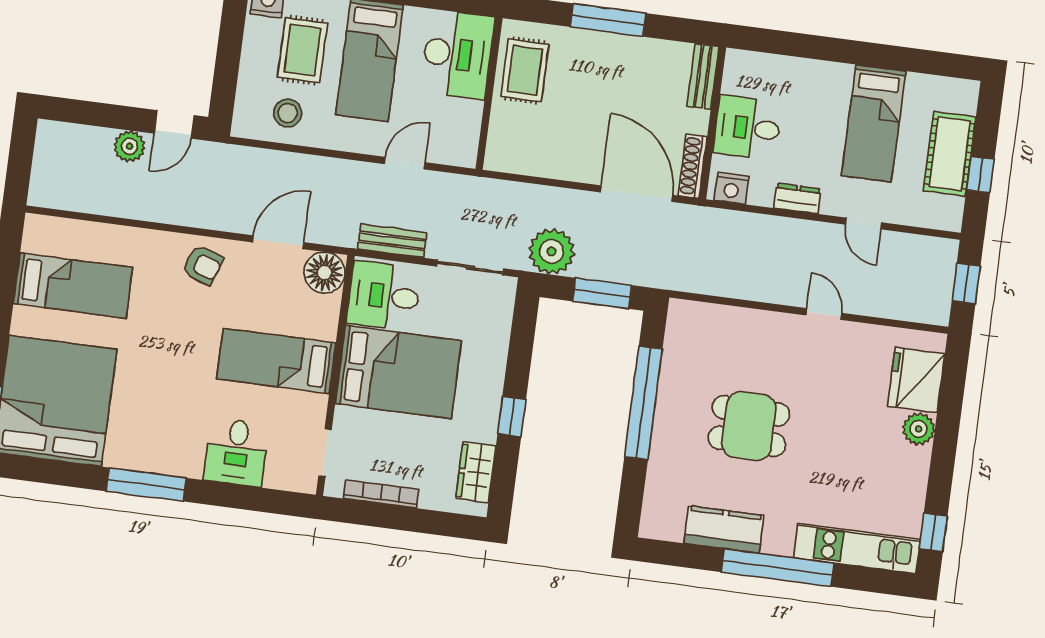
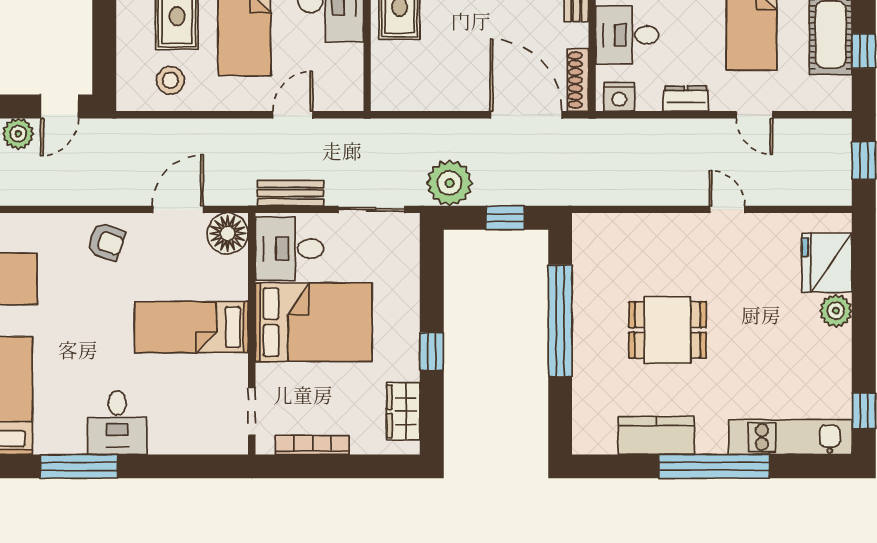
window: (602, 293) -> (505, 218), width x0.67
desk: (236, 452) -> (117, 423), moved

